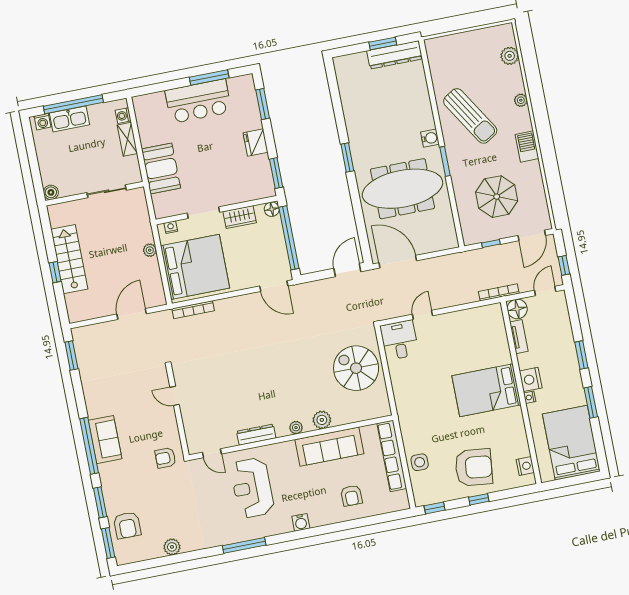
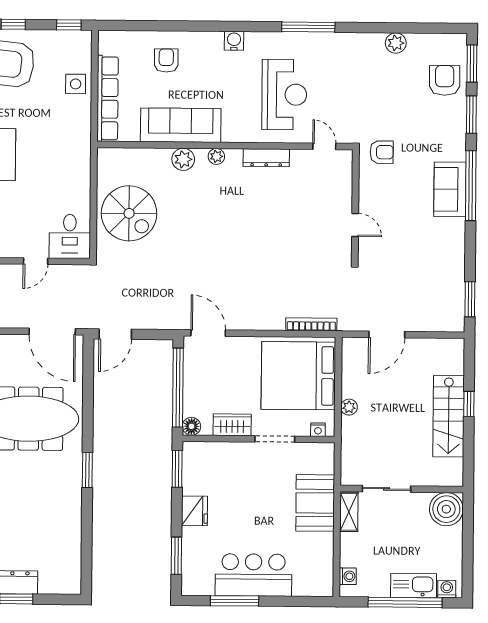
shelving: (127, 139) -> (349, 512), moved
boiler: (51, 192) -> (446, 509), width x1.86, depth x1.86

